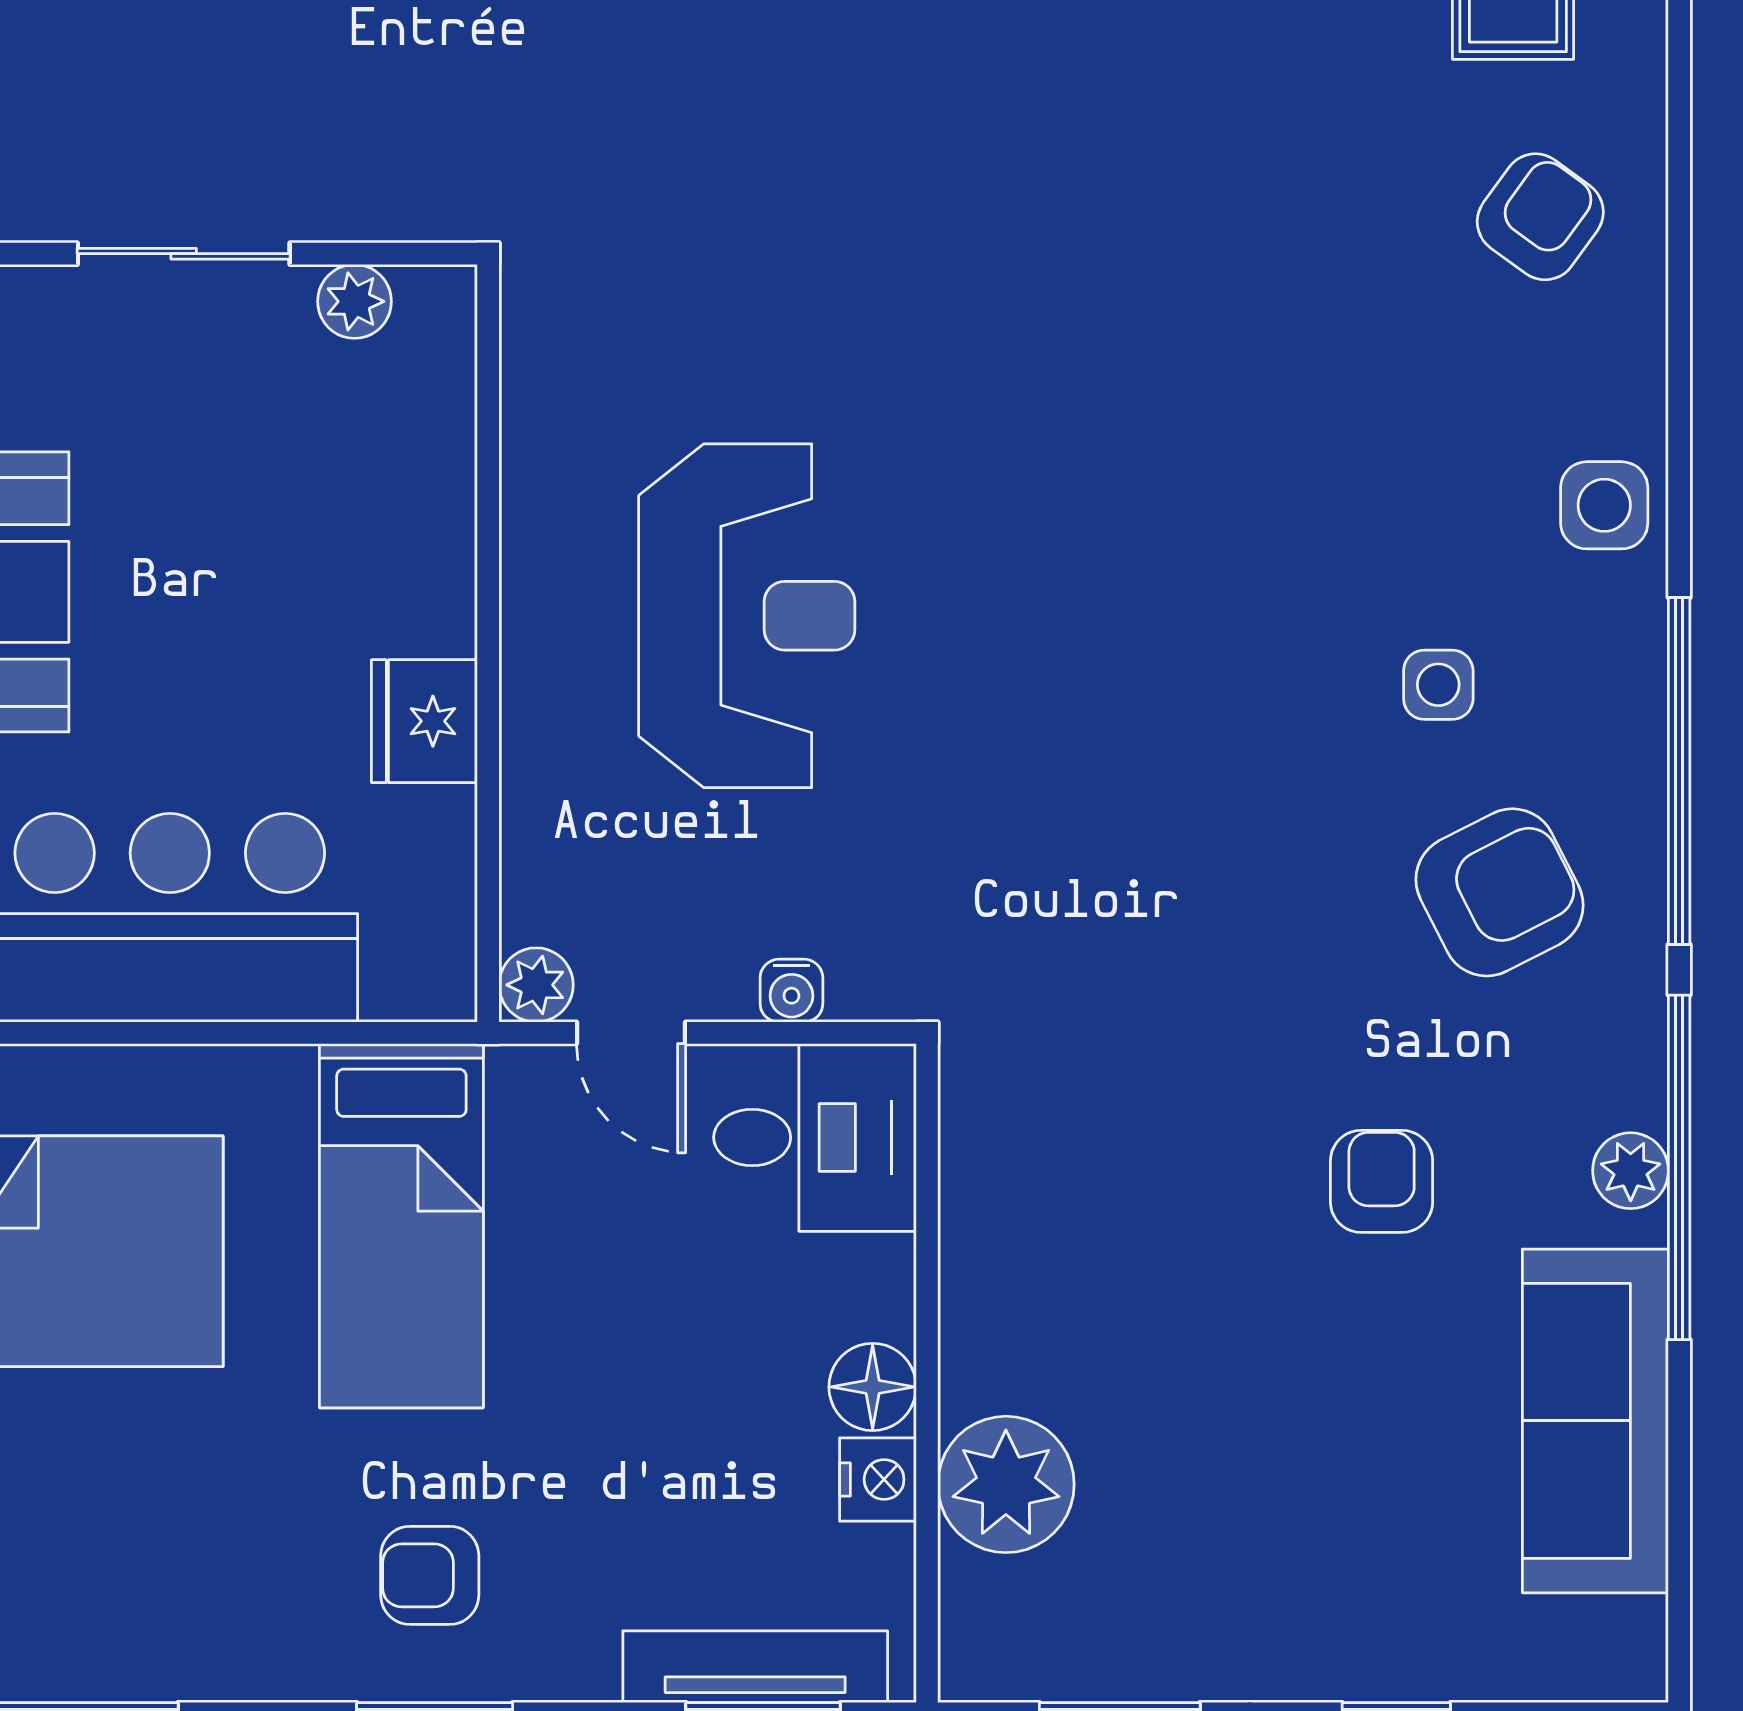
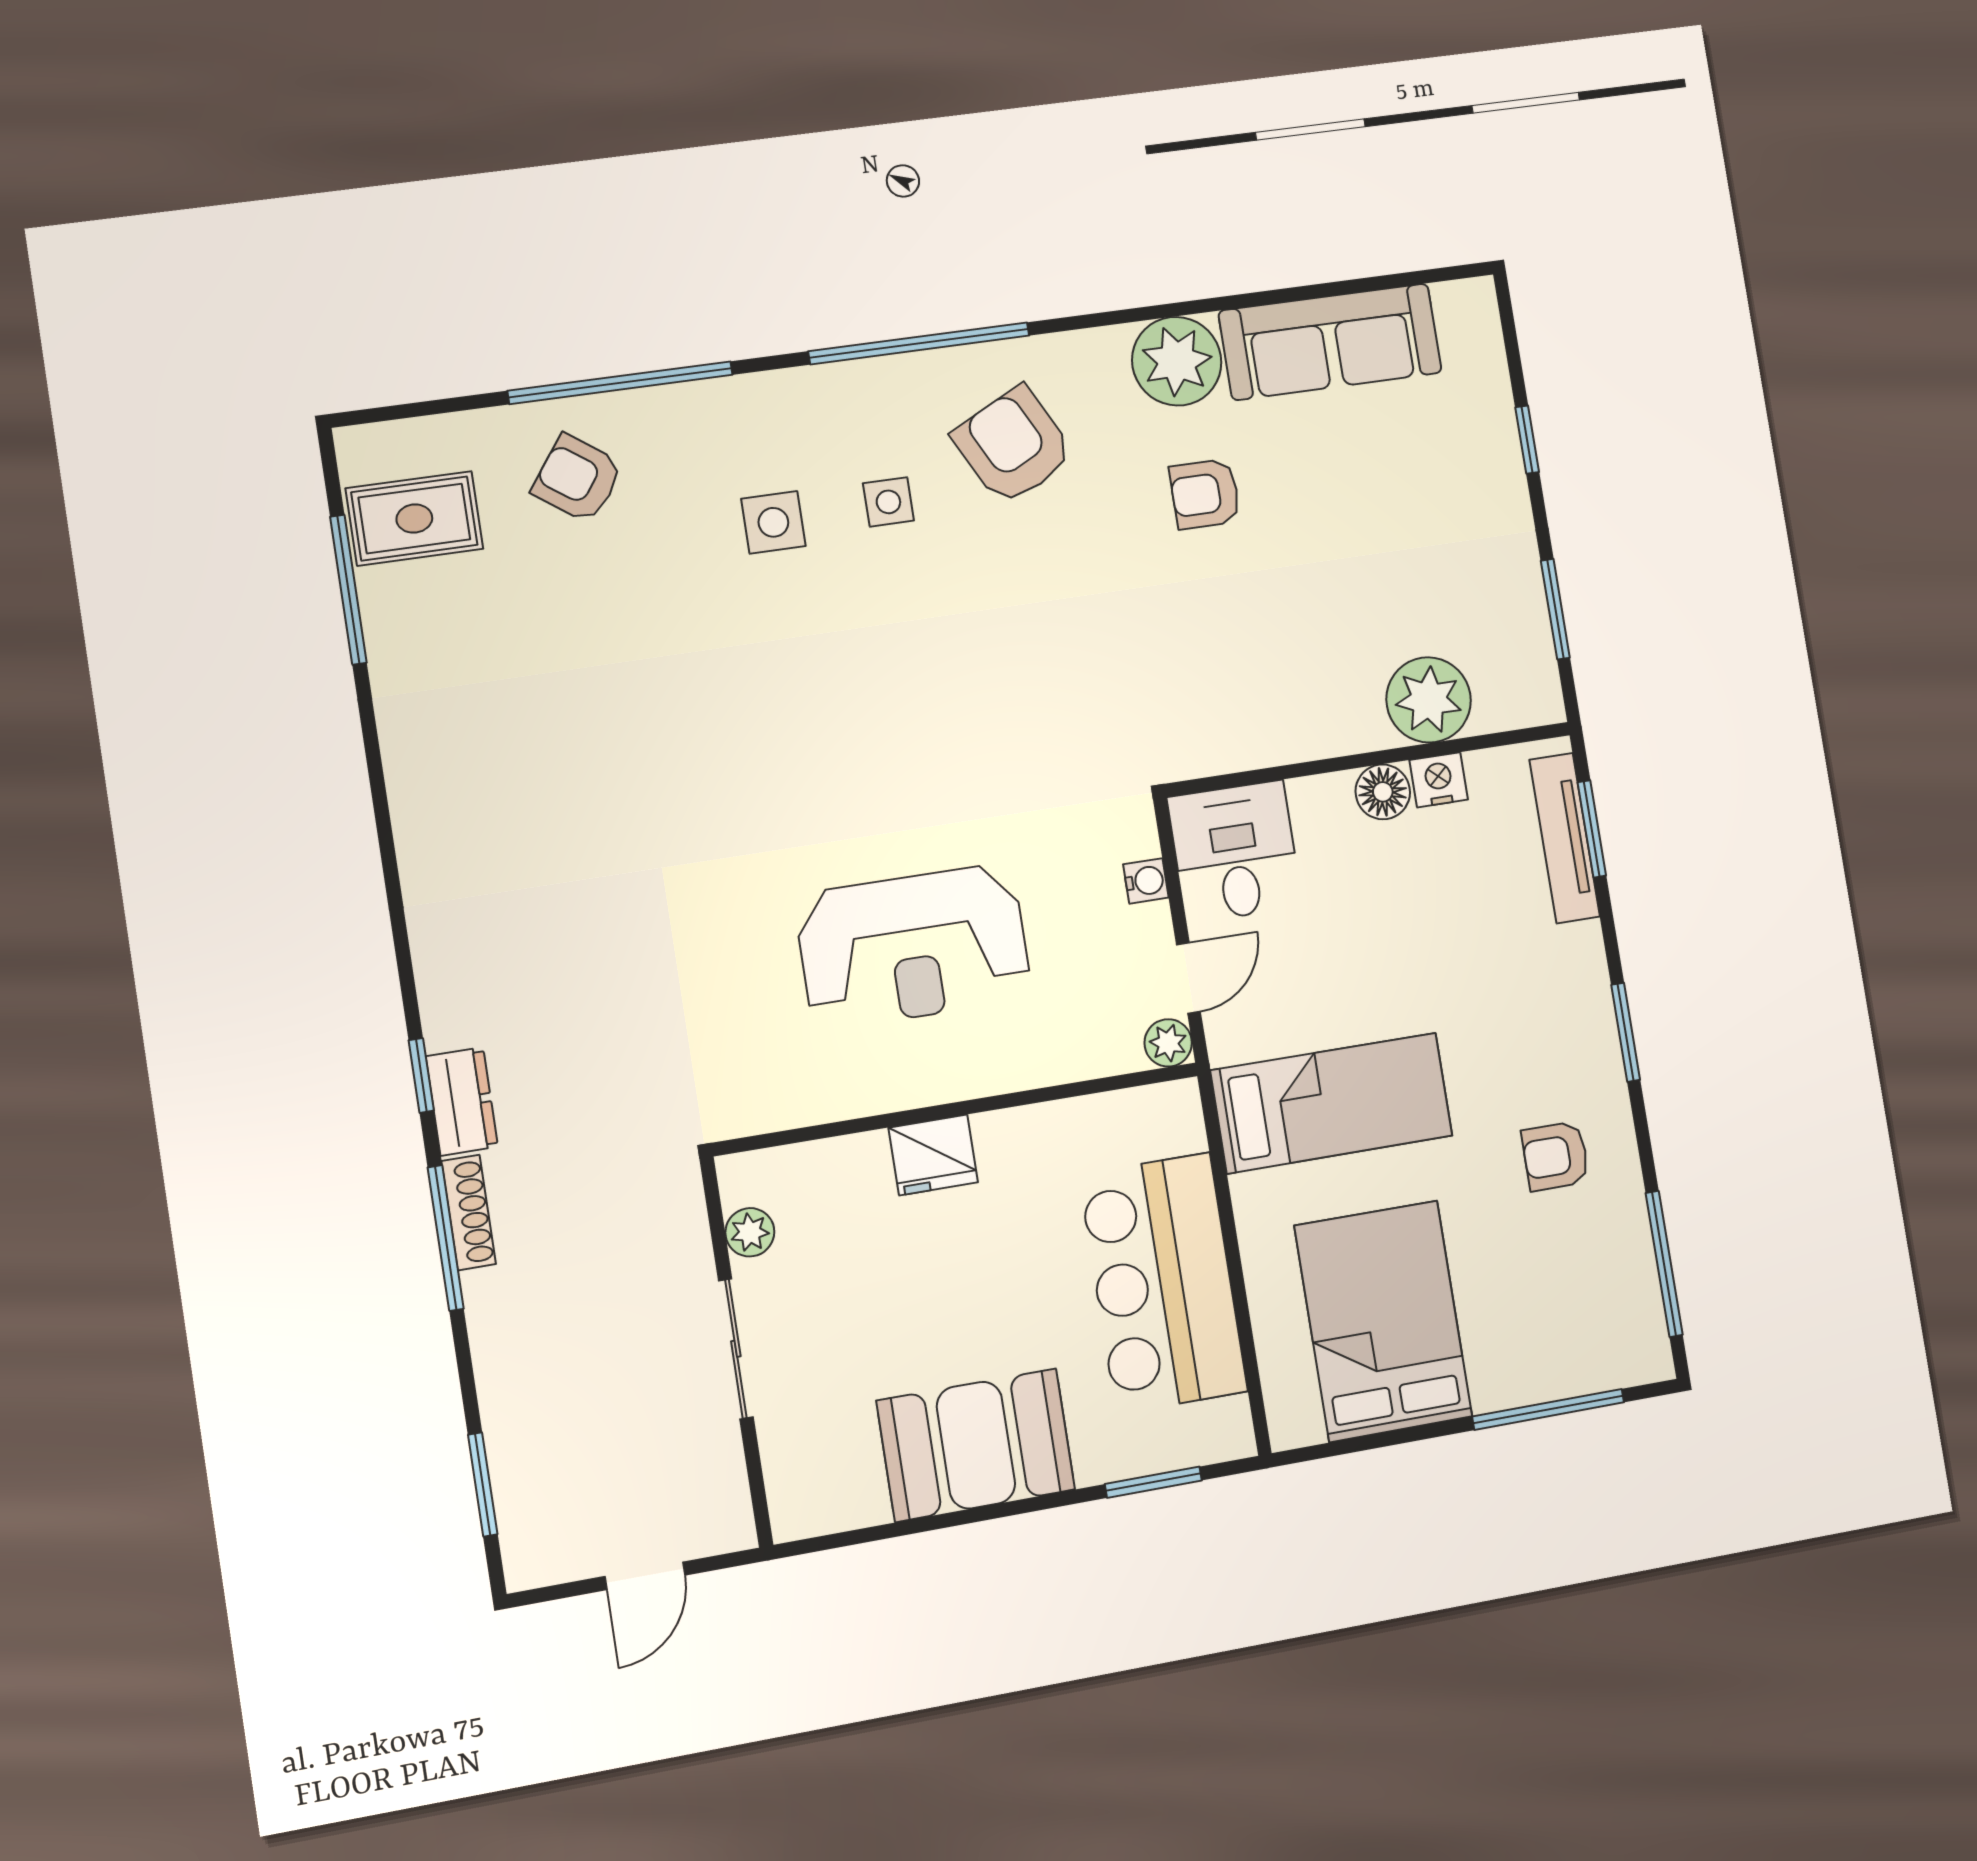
side table: (1604, 505) -> (773, 522), moved
reception desk: (747, 616) -> (913, 947), turned 180
fridge: (424, 721) -> (933, 1155), moved
window: (1679, 1167) -> (620, 383), moved
plant: (1631, 1171) -> (1177, 361), width x1.87, depth x1.87
armchair: (430, 1575) -> (1555, 1156), moved, turned 90

